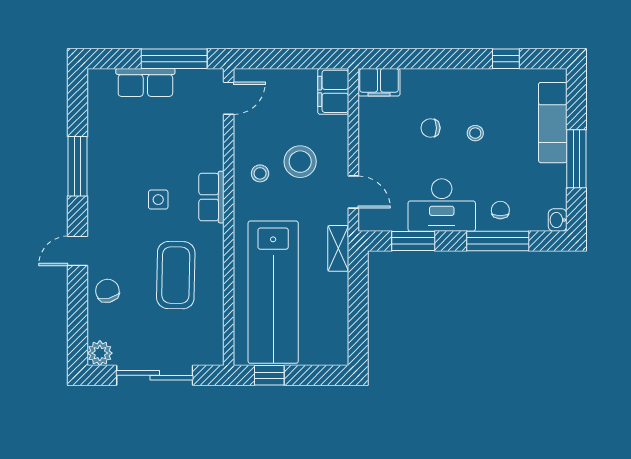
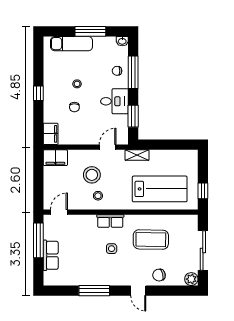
window: (506, 59) -> (38, 93), moved
door: (229, 98) -> (59, 212), hinge flipped
desk: (442, 205) -> (114, 101), width x0.73
lab bench: (273, 292) -> (160, 189), width x0.73

